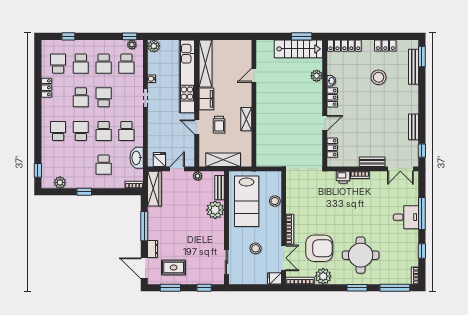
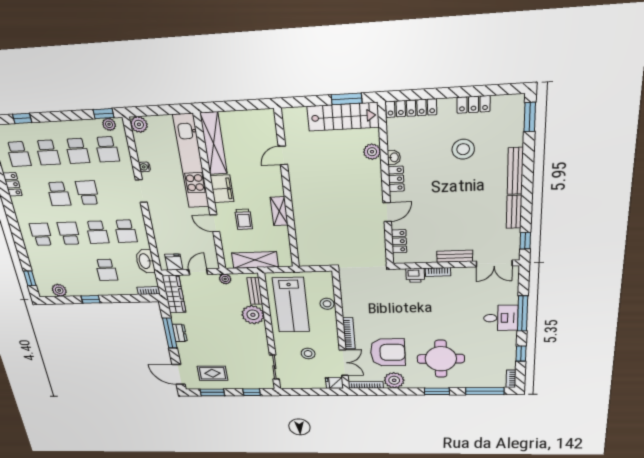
school desk: (58, 64) -> (19, 154), turned 180
bench: (414, 67) -> (515, 171), moved
dresser: (152, 249) -> (180, 333), moved

